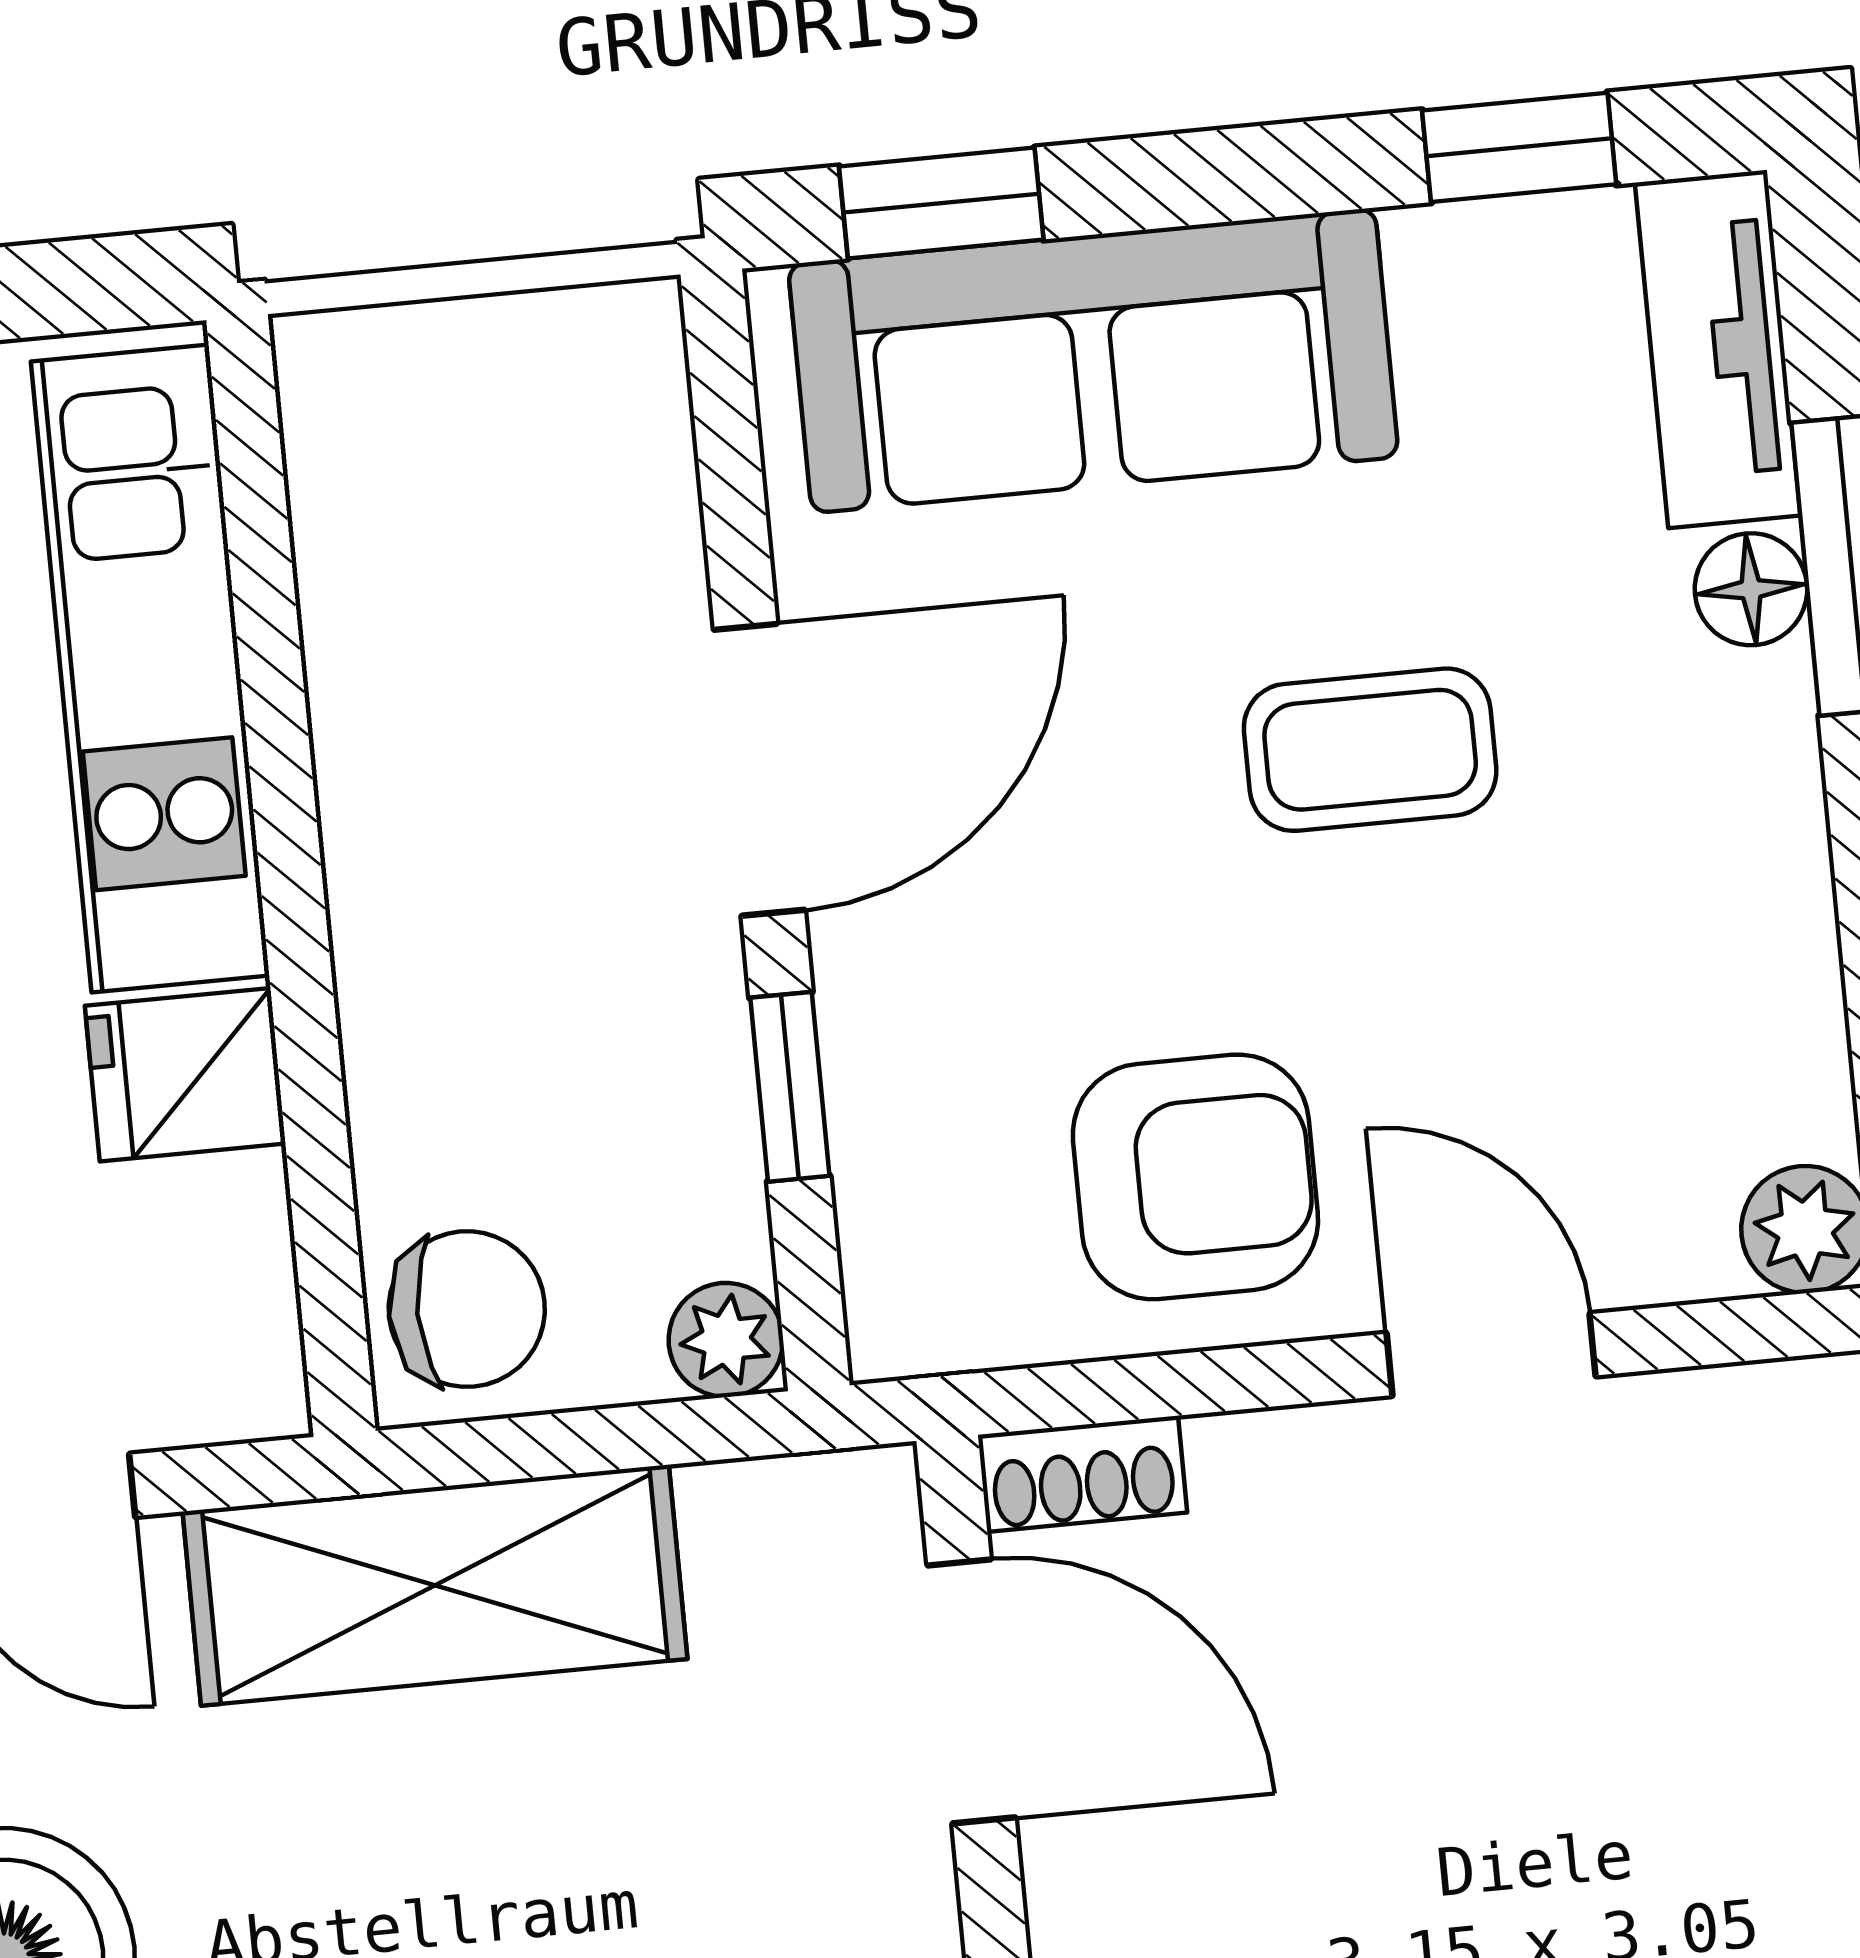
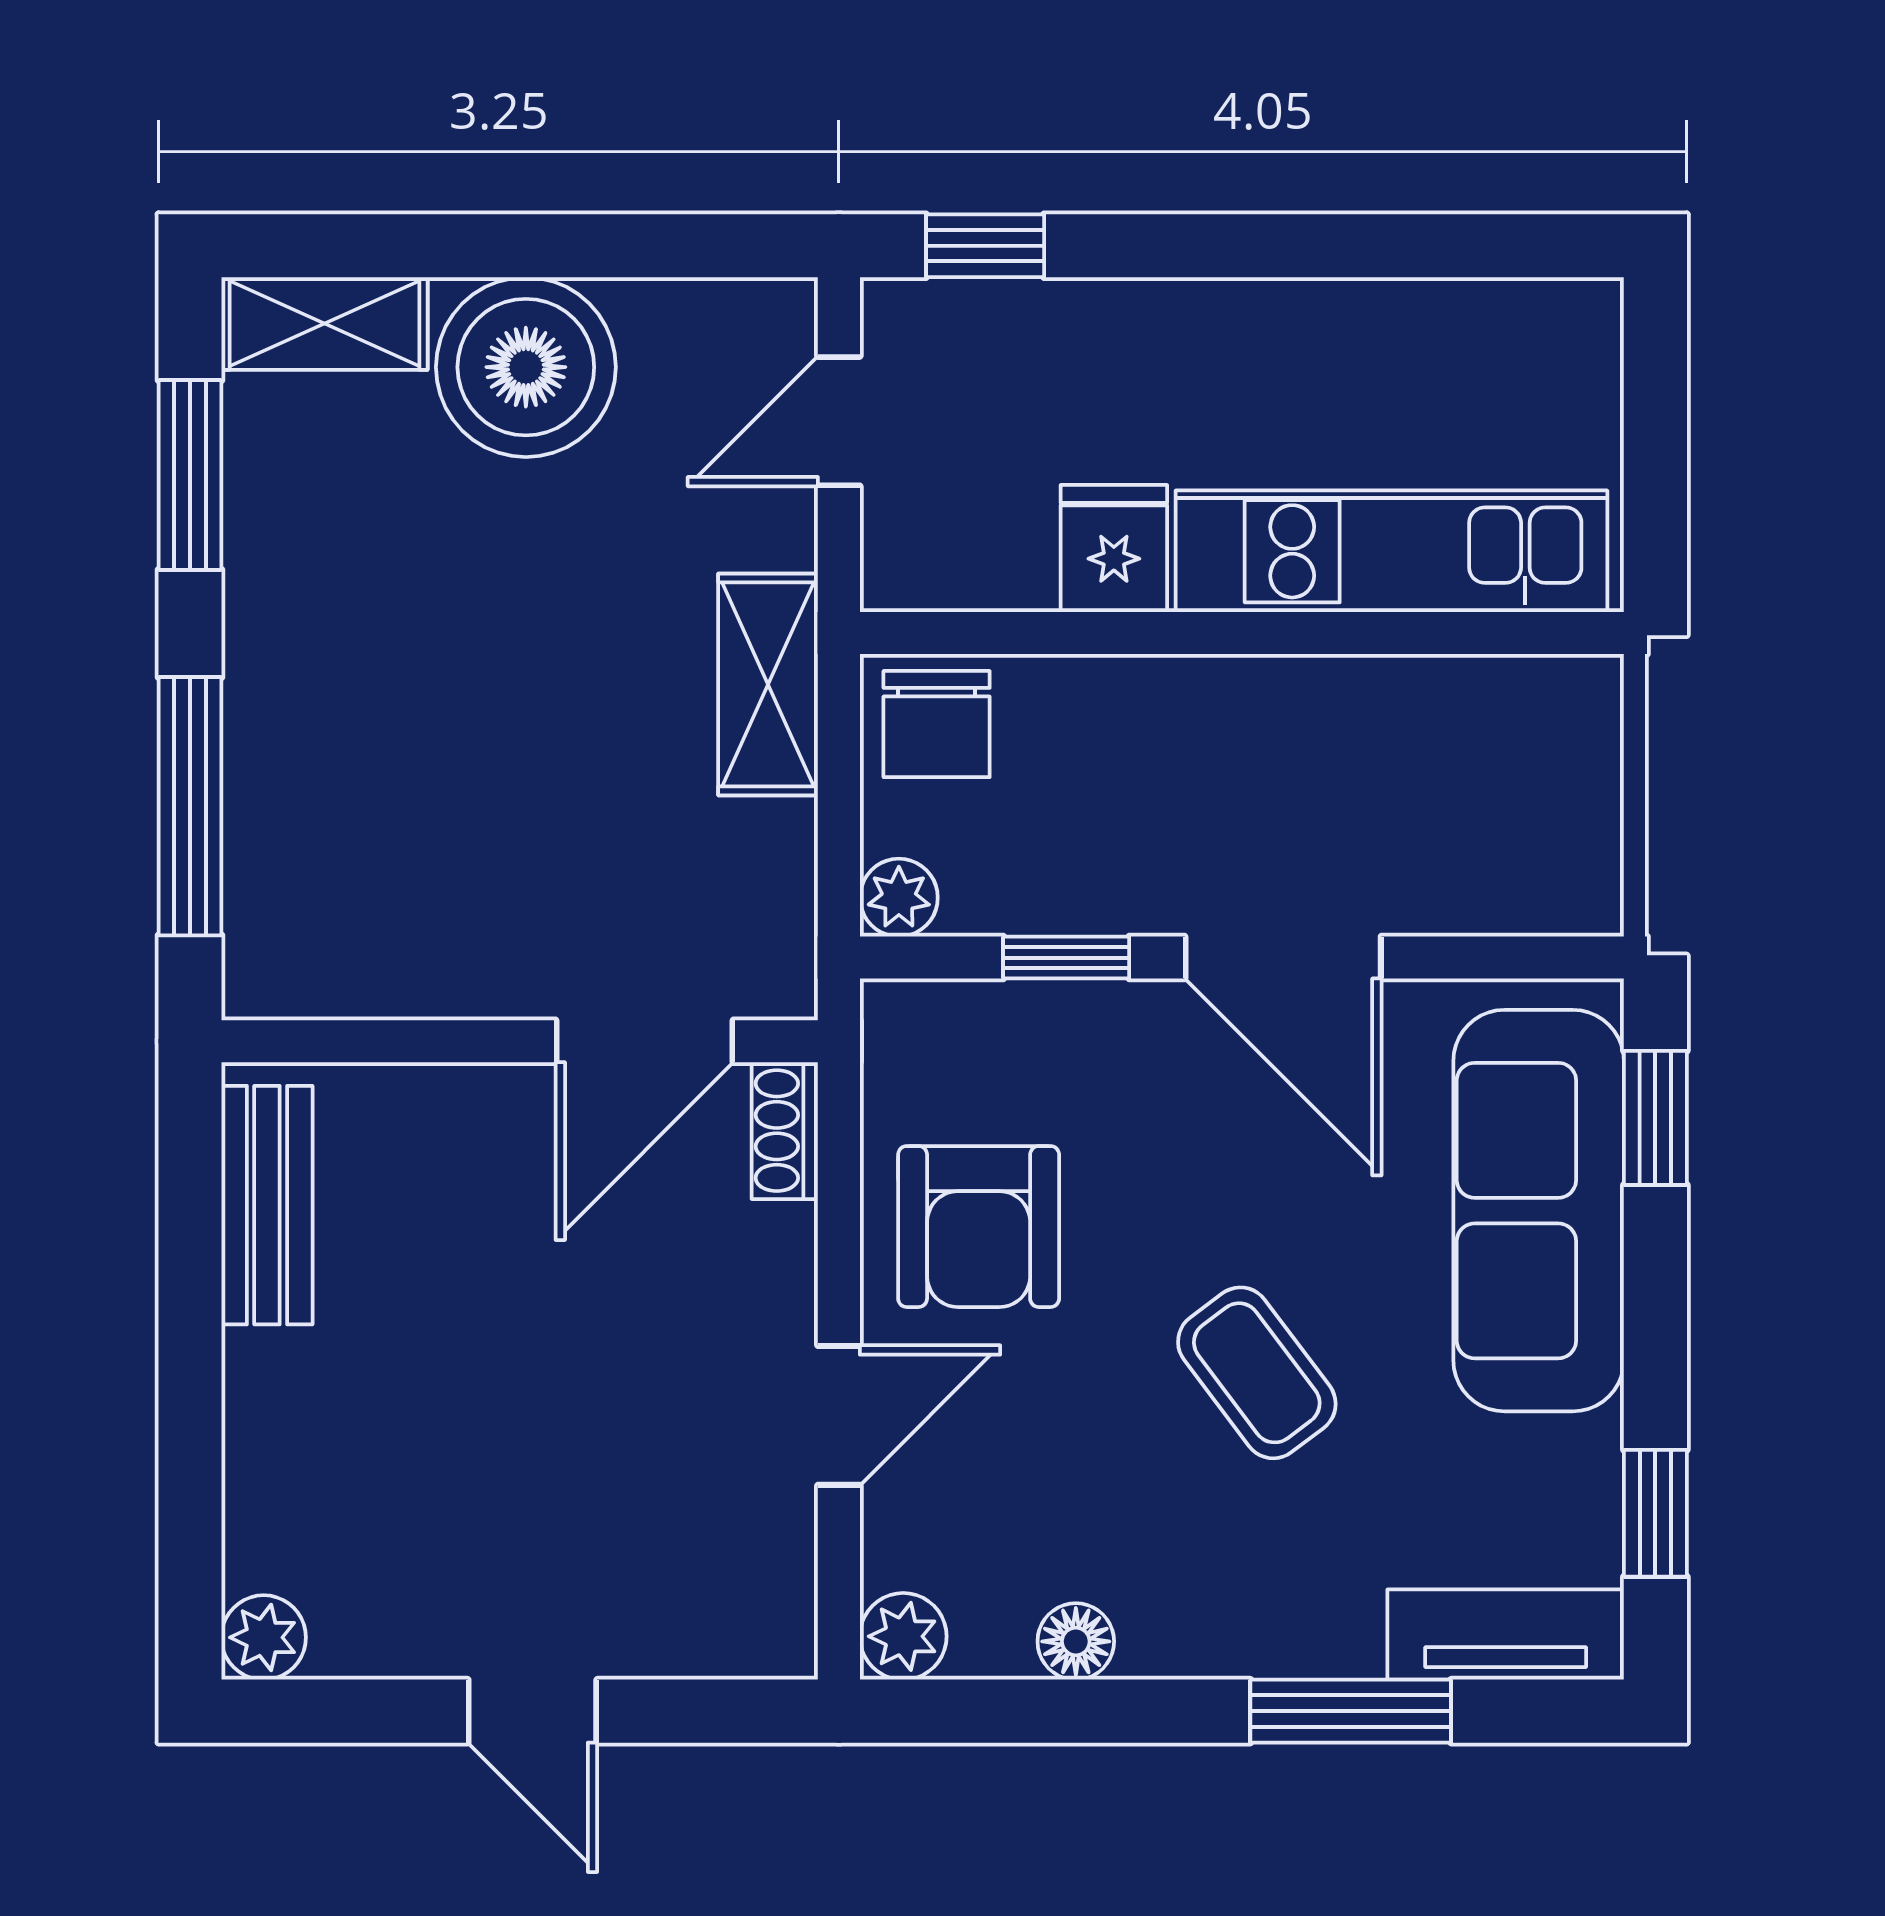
floor lamp: (1751, 589) -> (1076, 1641), moved
coffee table: (1370, 750) -> (1257, 1373), turned -37
shelving: (435, 1585) -> (768, 684), width x0.67, depth x0.75

